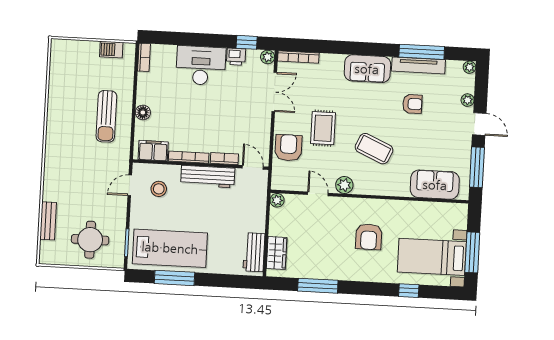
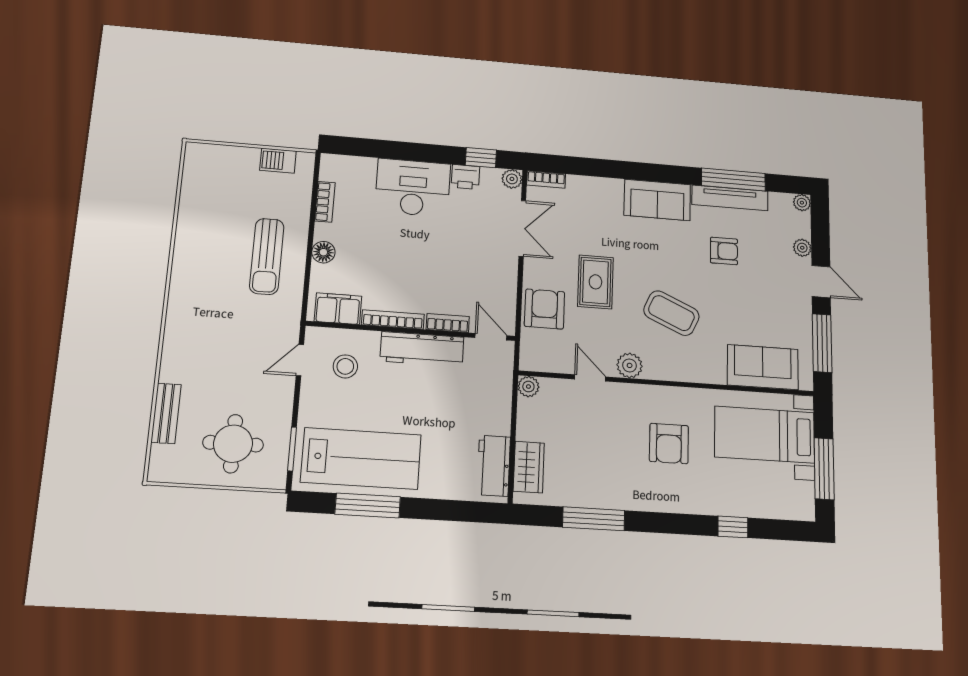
bookcase: (144, 57) -> (325, 202), moved
bookcase: (298, 57) -> (546, 180), width x0.64
bed with nightstands: (432, 257) -> (765, 435), moved

